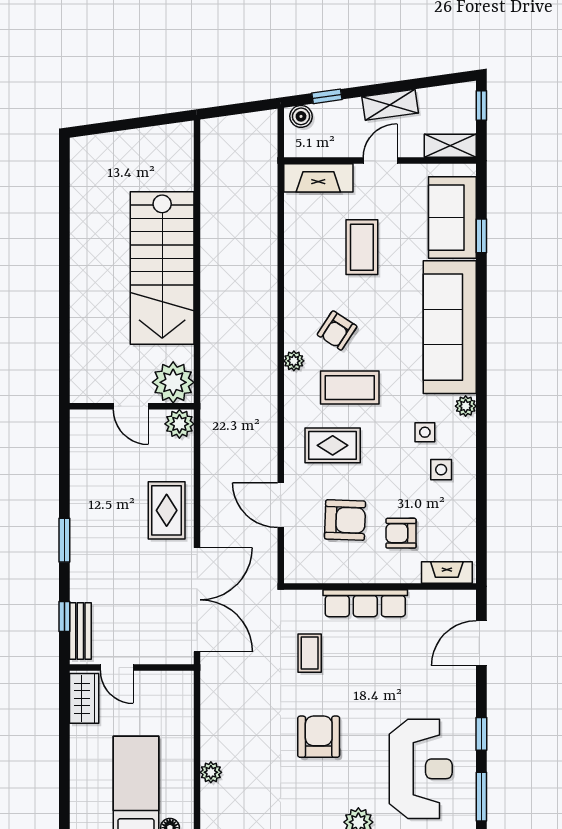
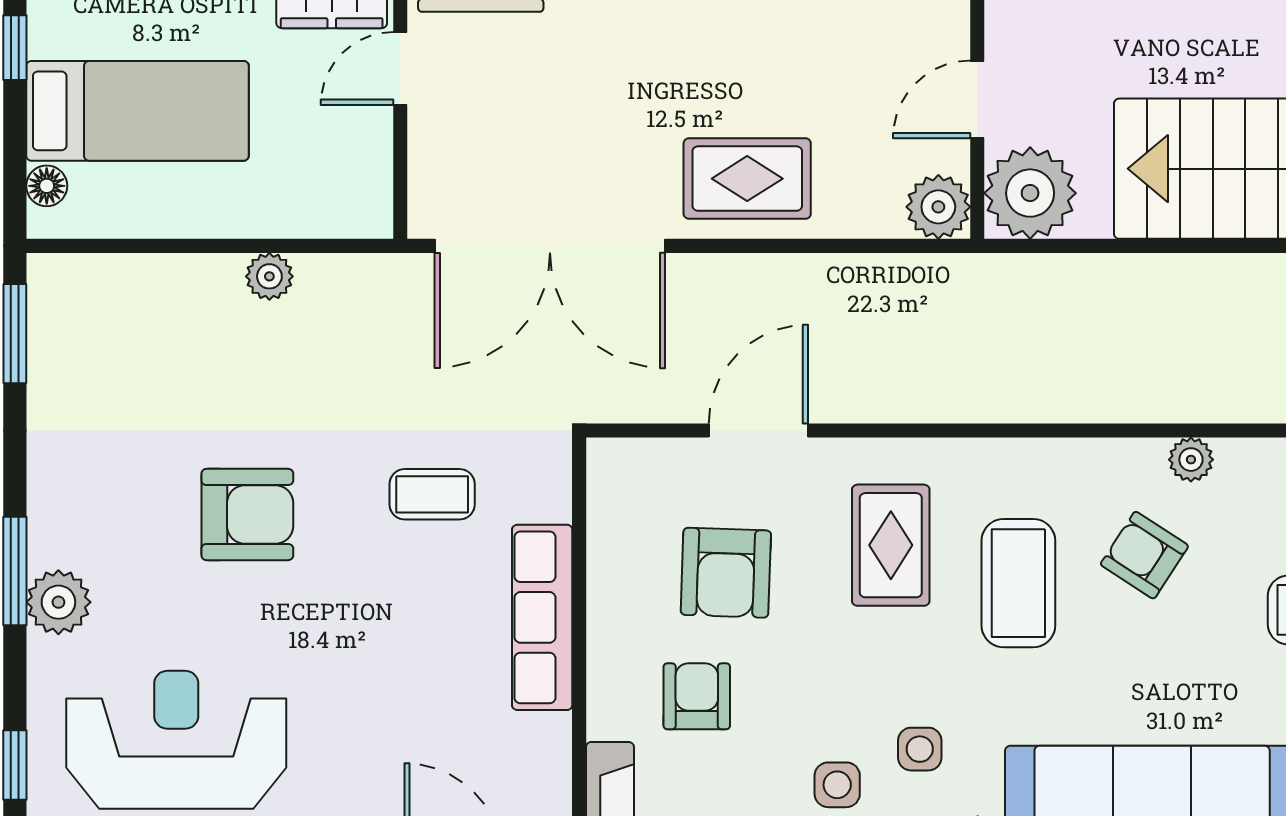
plant: (294, 361) -> (1191, 460), moved
reception desk: (421, 769) -> (176, 740), turned 180
plant: (211, 772) -> (269, 276), moved

